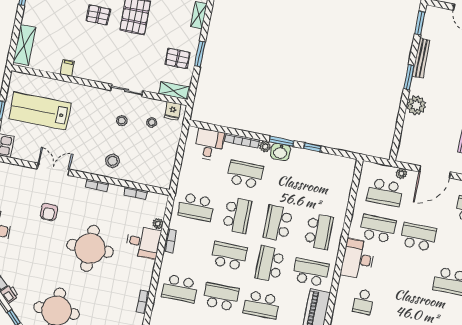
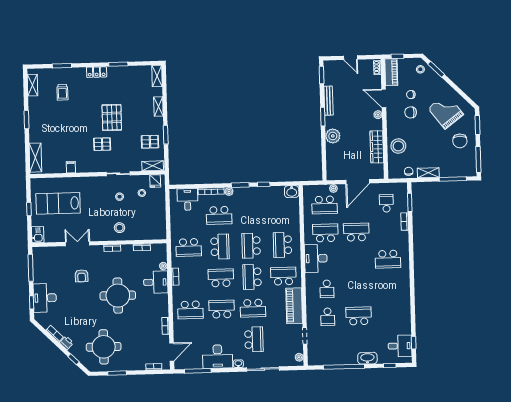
pallet: (98, 15) -> (102, 144), moved
washbasin: (280, 152) -> (292, 192), moved
school desk: (245, 174) -> (219, 215), turned 180
school desk: (319, 231) -> (283, 245), turned 180

